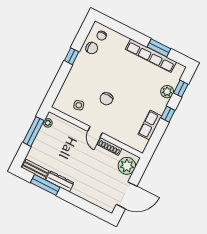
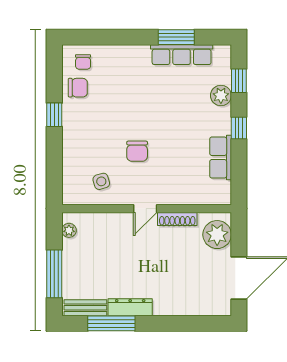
row of seats: (151, 56) -> (182, 55), width x0.73
window: (33, 131) -> (54, 274), moved
door: (95, 132) -> (145, 209), hinge flipped

